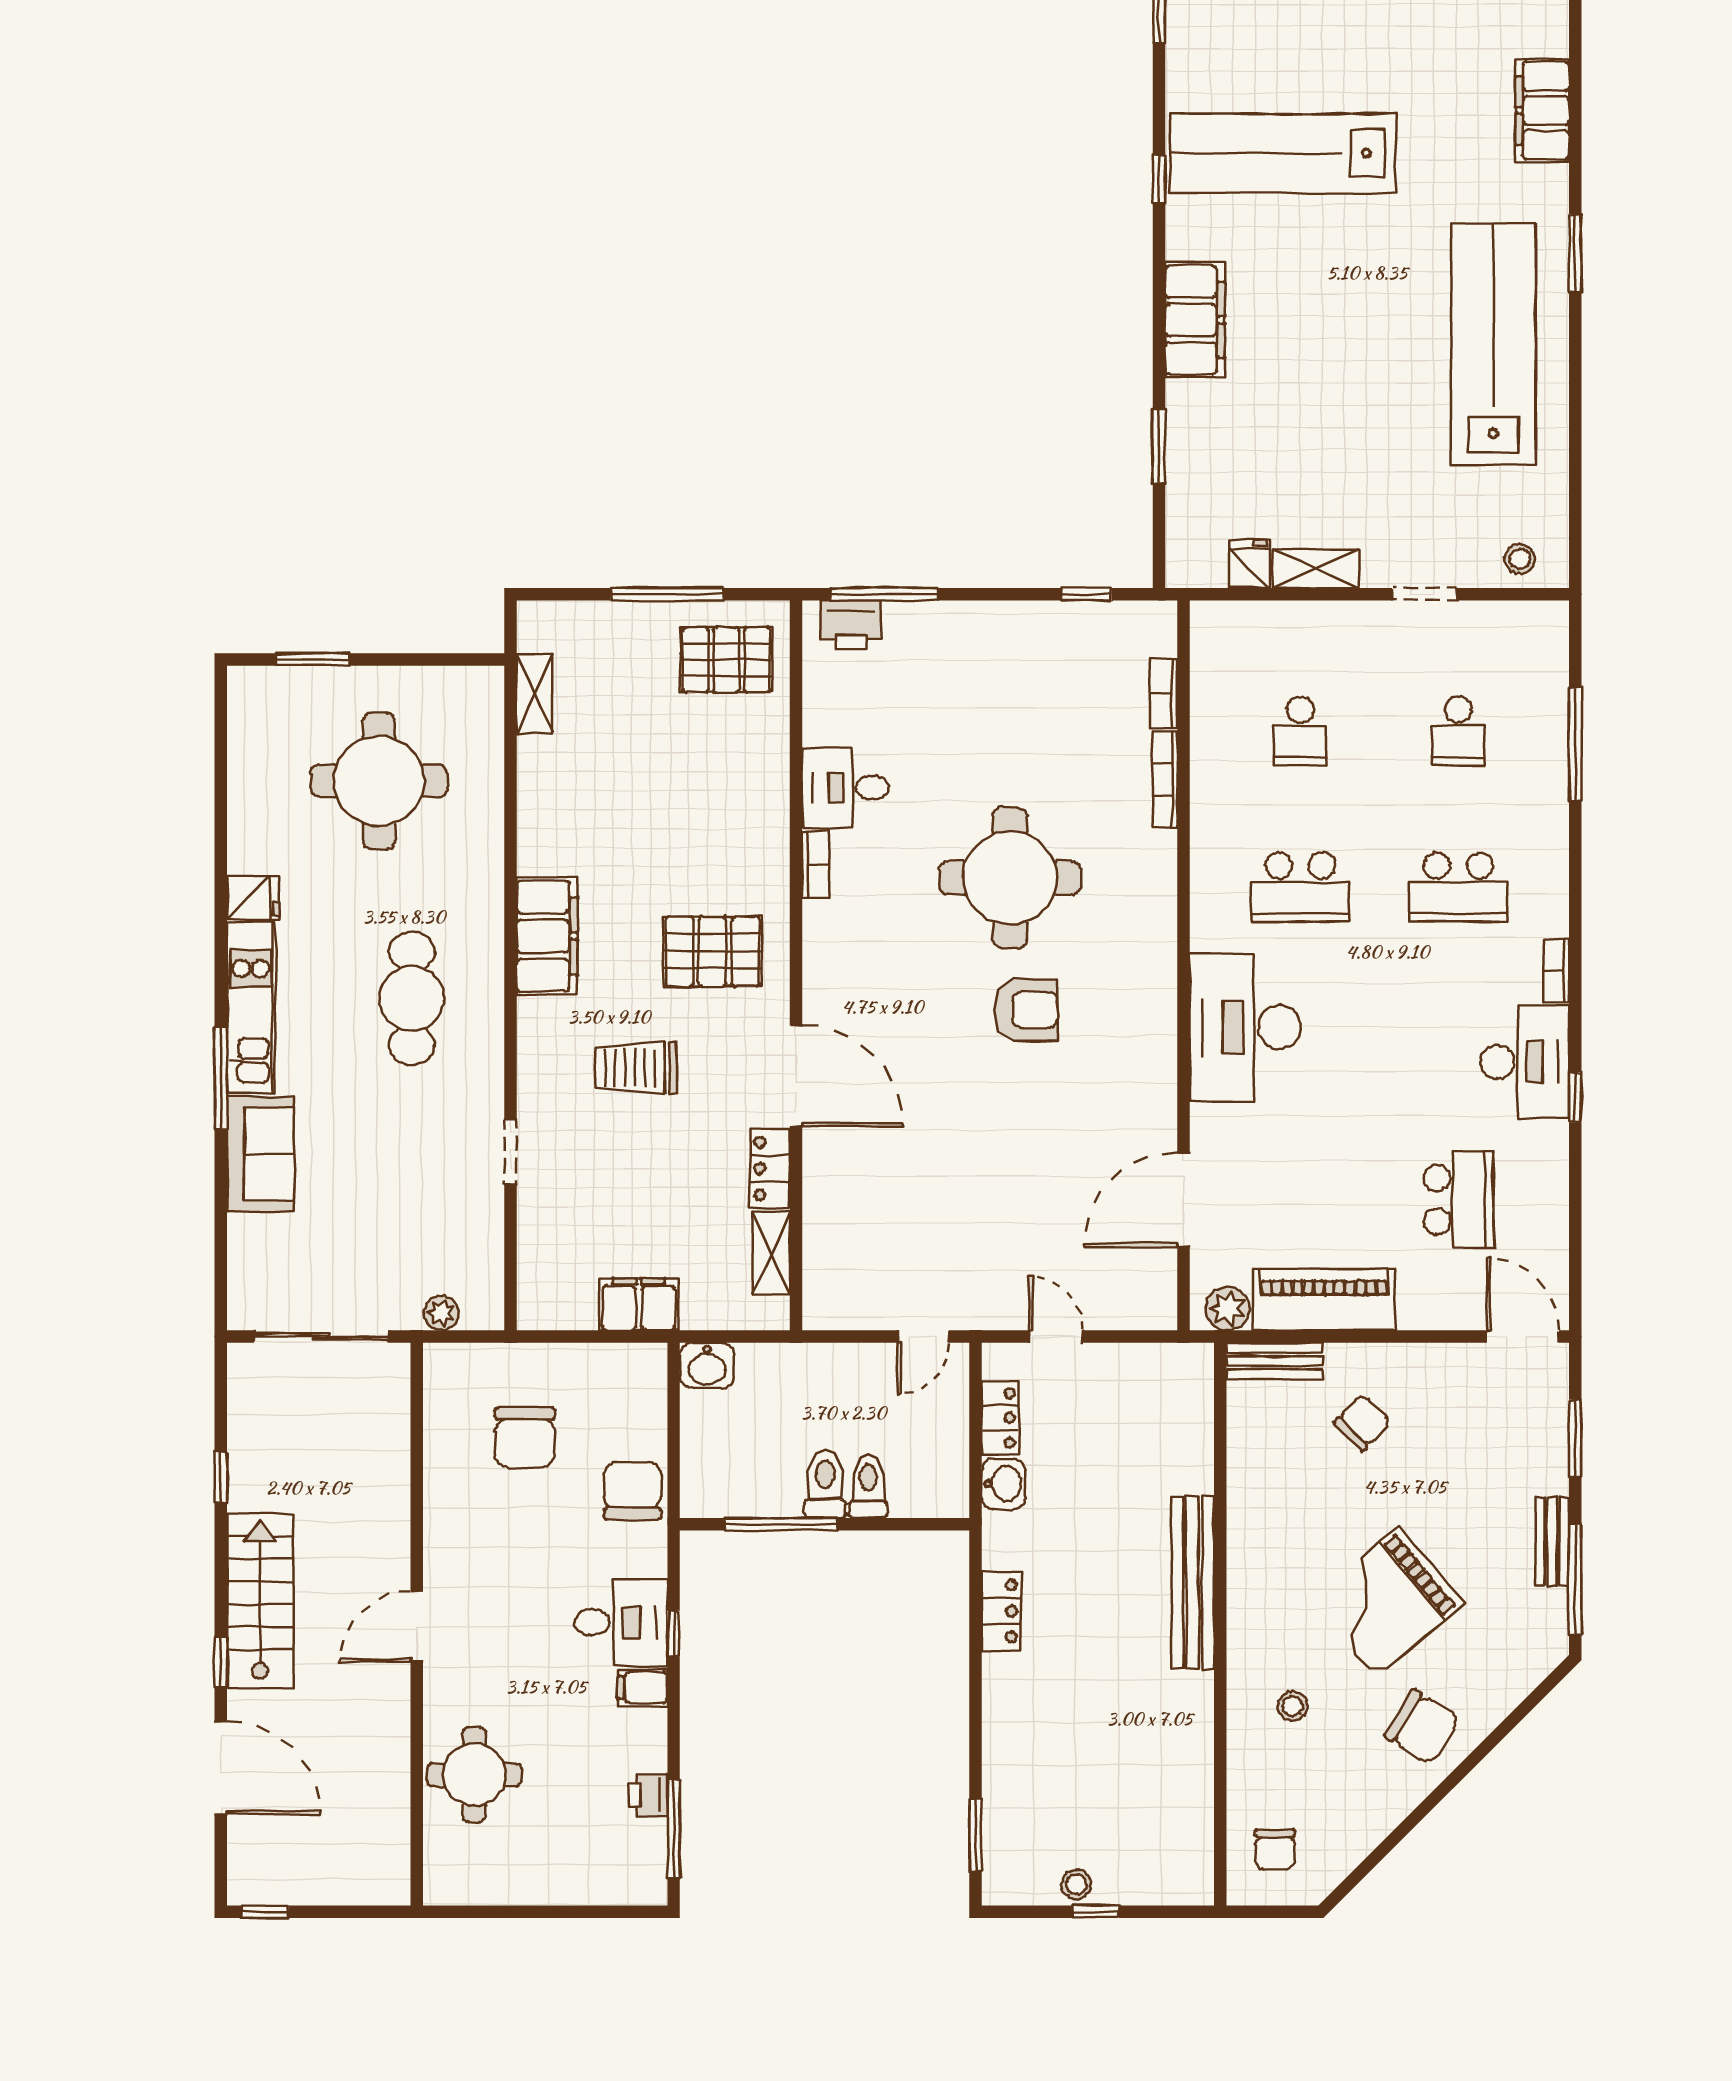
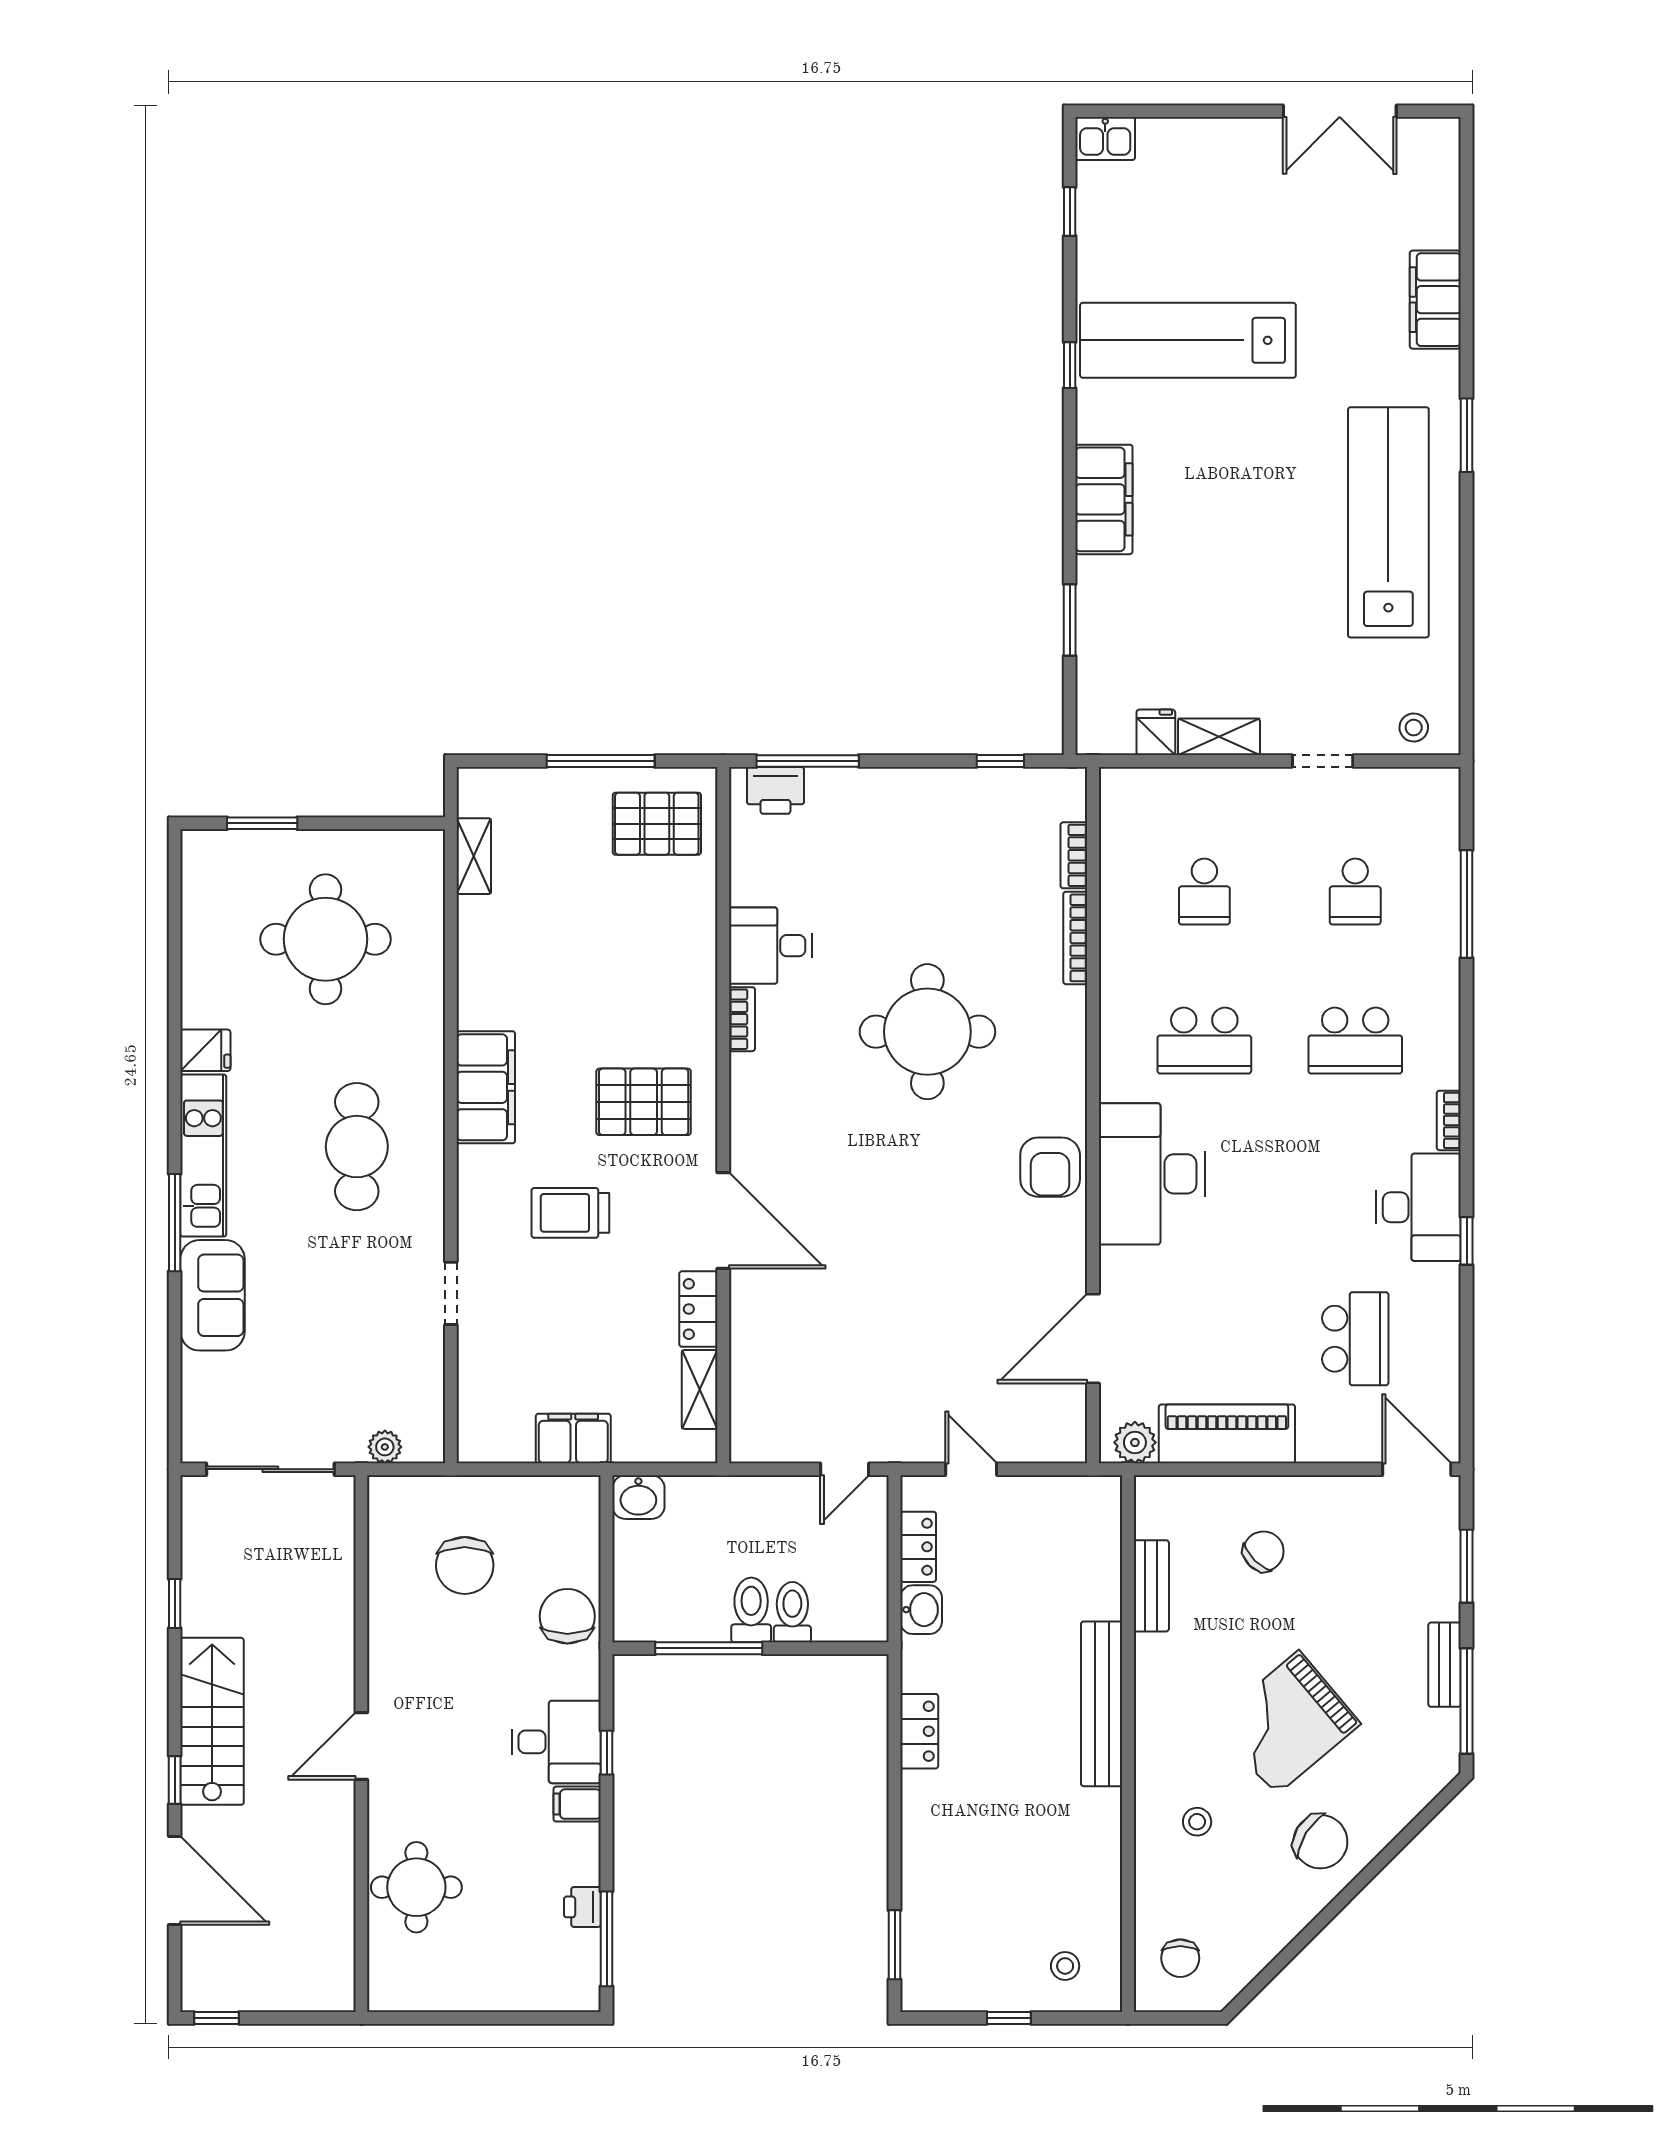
armchair: (1026, 1010) -> (1050, 1167), moved, turned 90
bench: (1274, 1361) -> (1151, 1586), moved, turned 90
stool: (1076, 1884) -> (1065, 1966), moved

